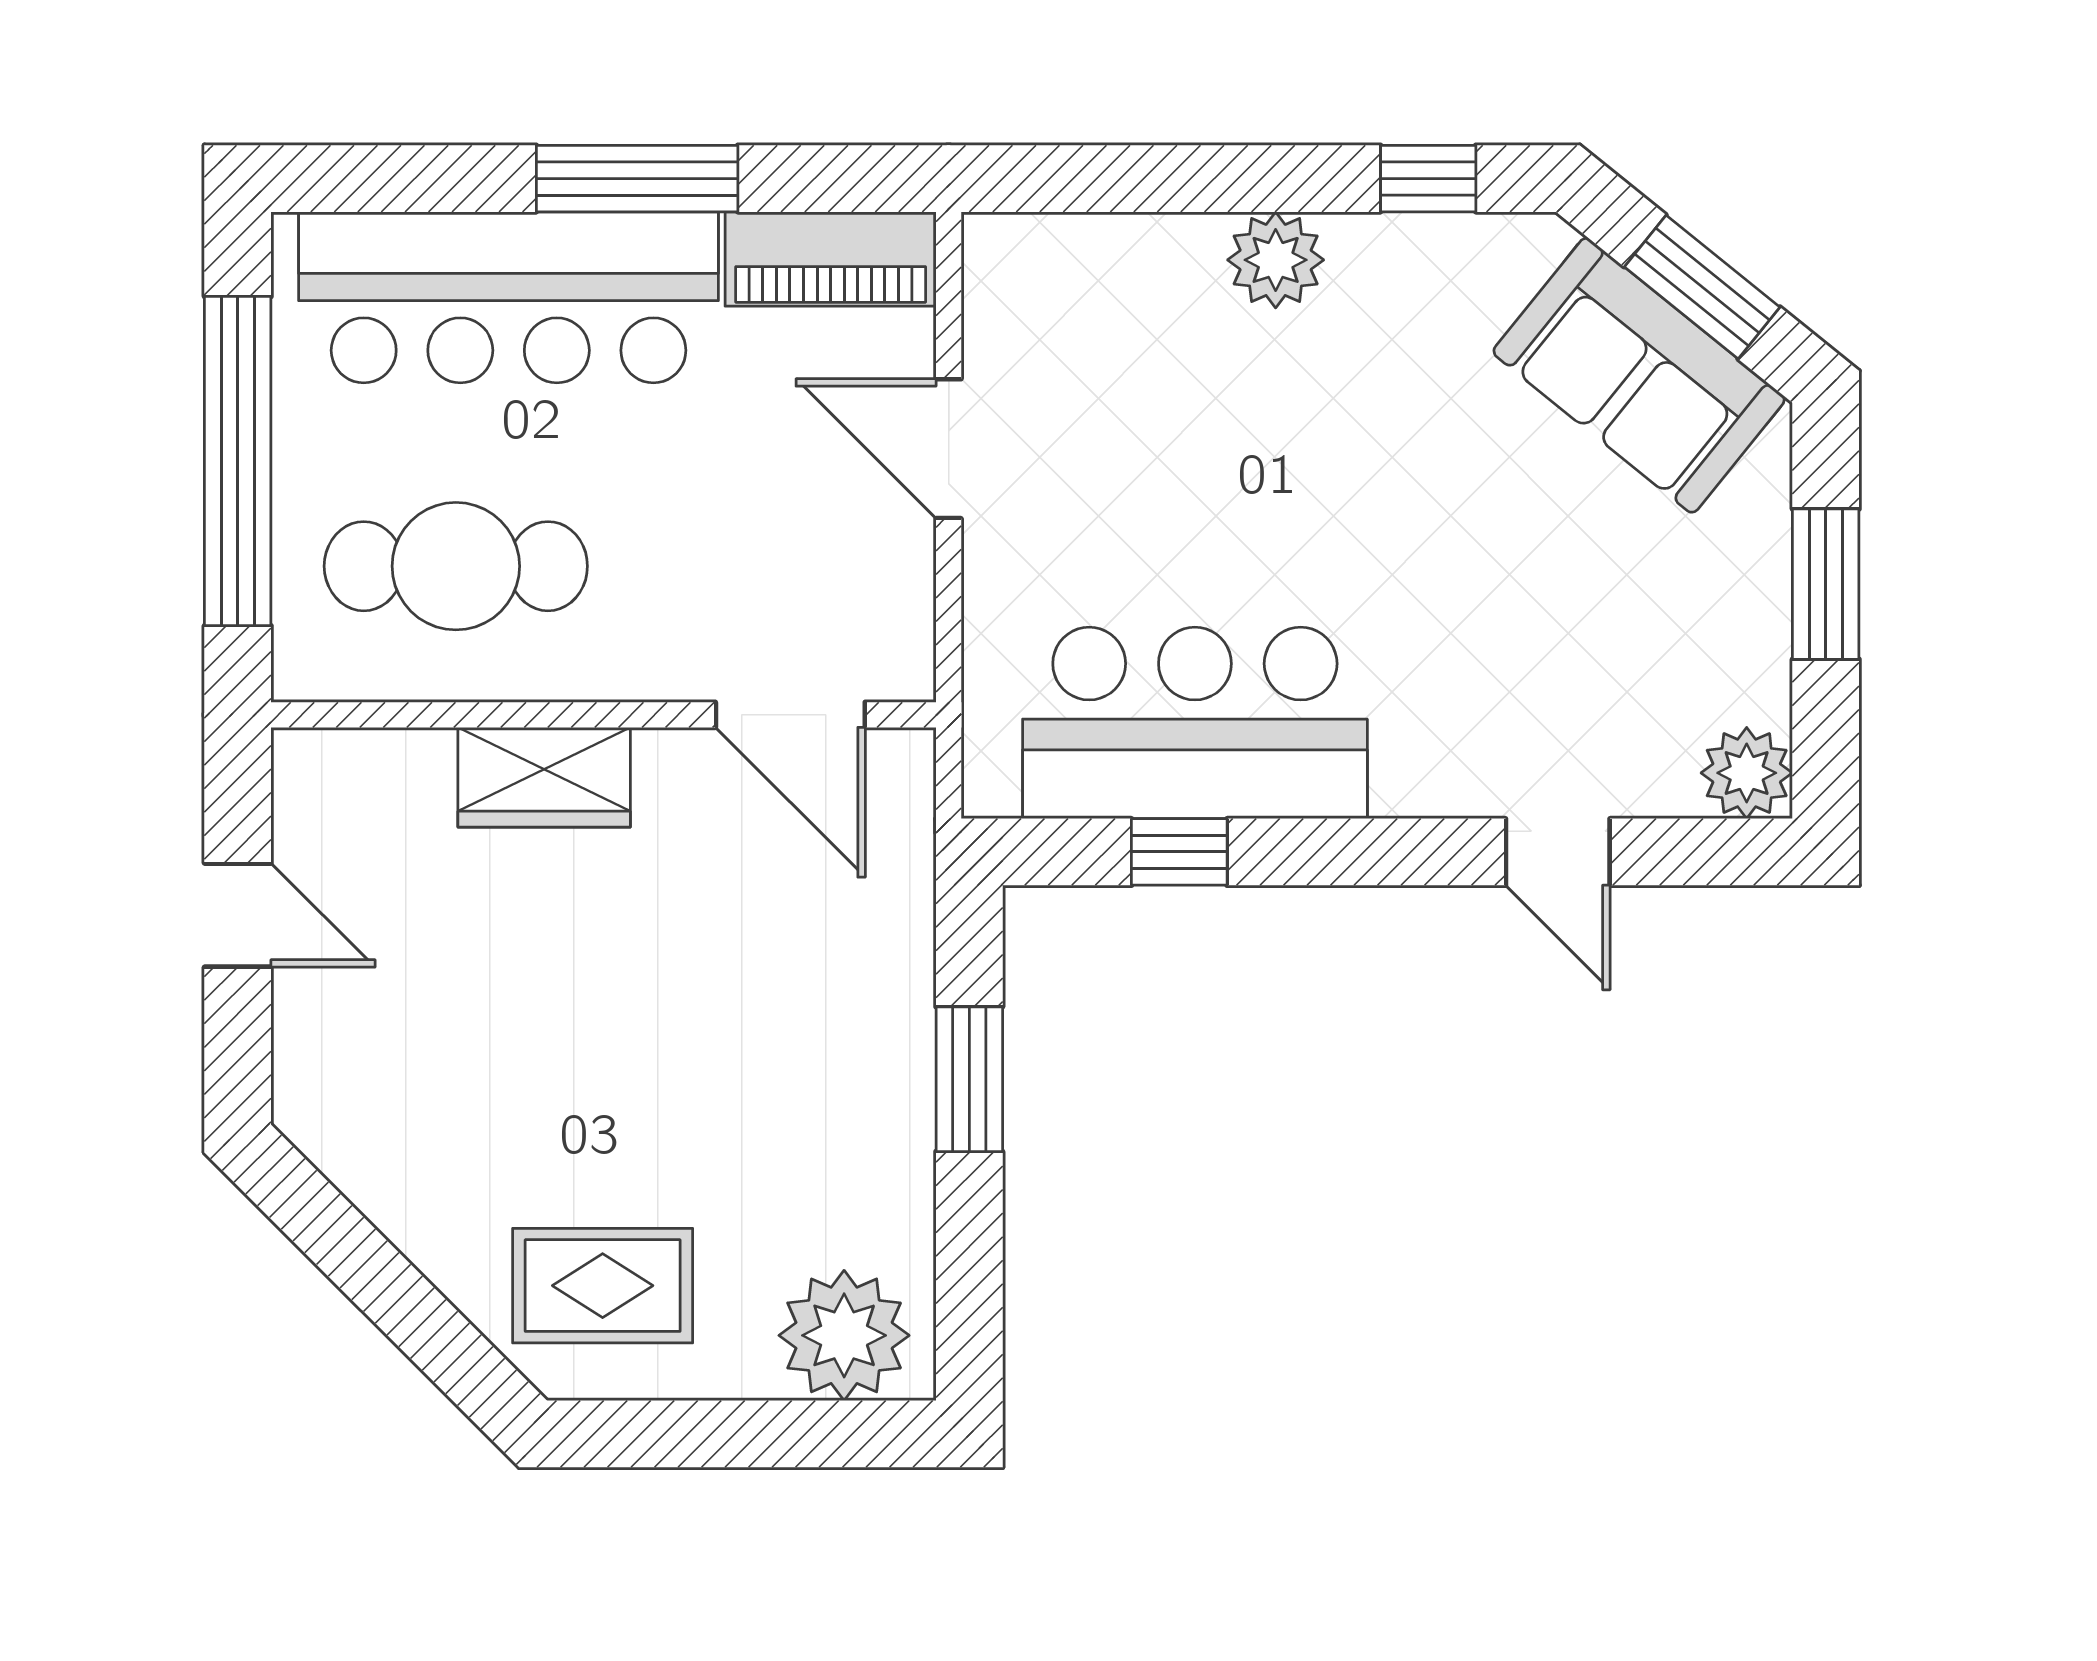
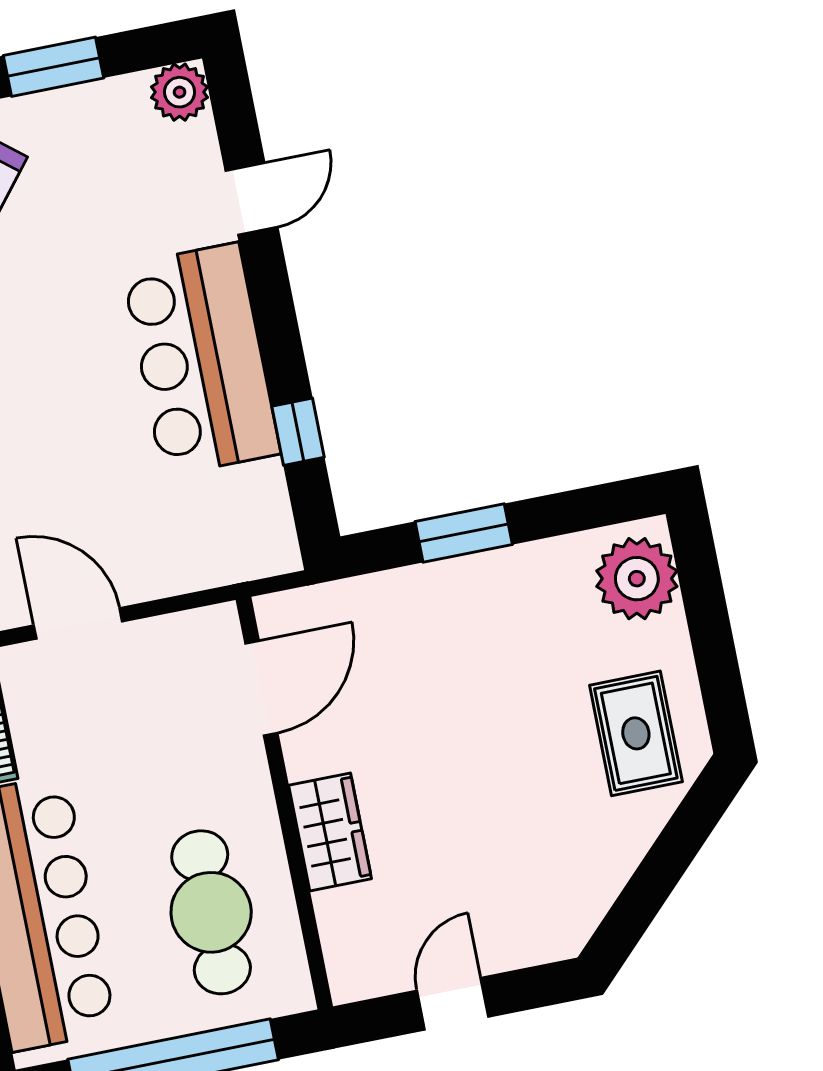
door: (949, 449) -> (78, 623), swing flipped
bar counter: (1195, 723) -> (201, 359), moved

